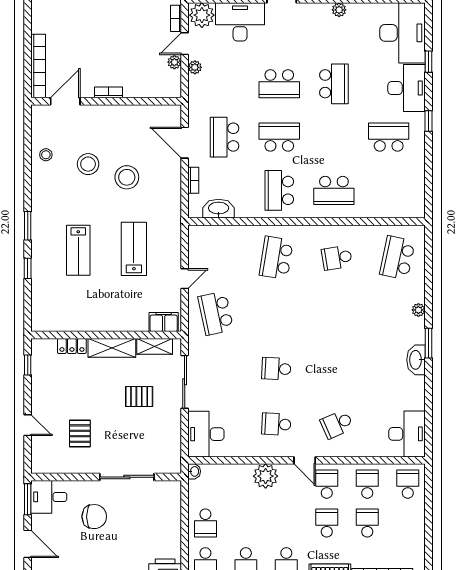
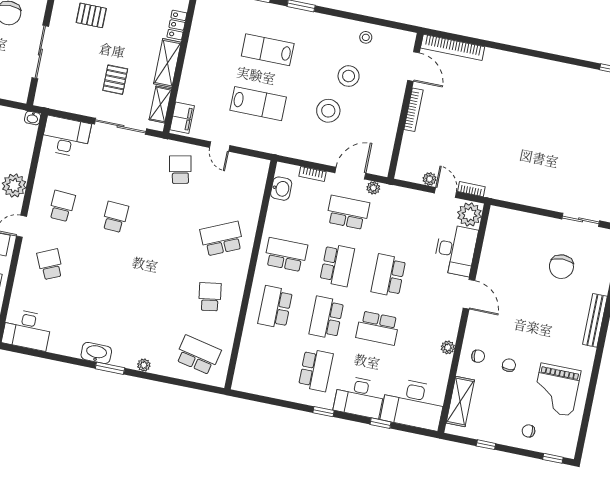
plant: (195, 67) -> (373, 188), moved
bookcase: (109, 92) -> (413, 110), width x1.56
school desk: (334, 137) -> (326, 318), added
washbasin: (219, 209) -> (281, 189), width x0.72
school desk: (276, 258) -> (222, 239), turned -33
school desk: (216, 313) -> (180, 170), width x0.54

